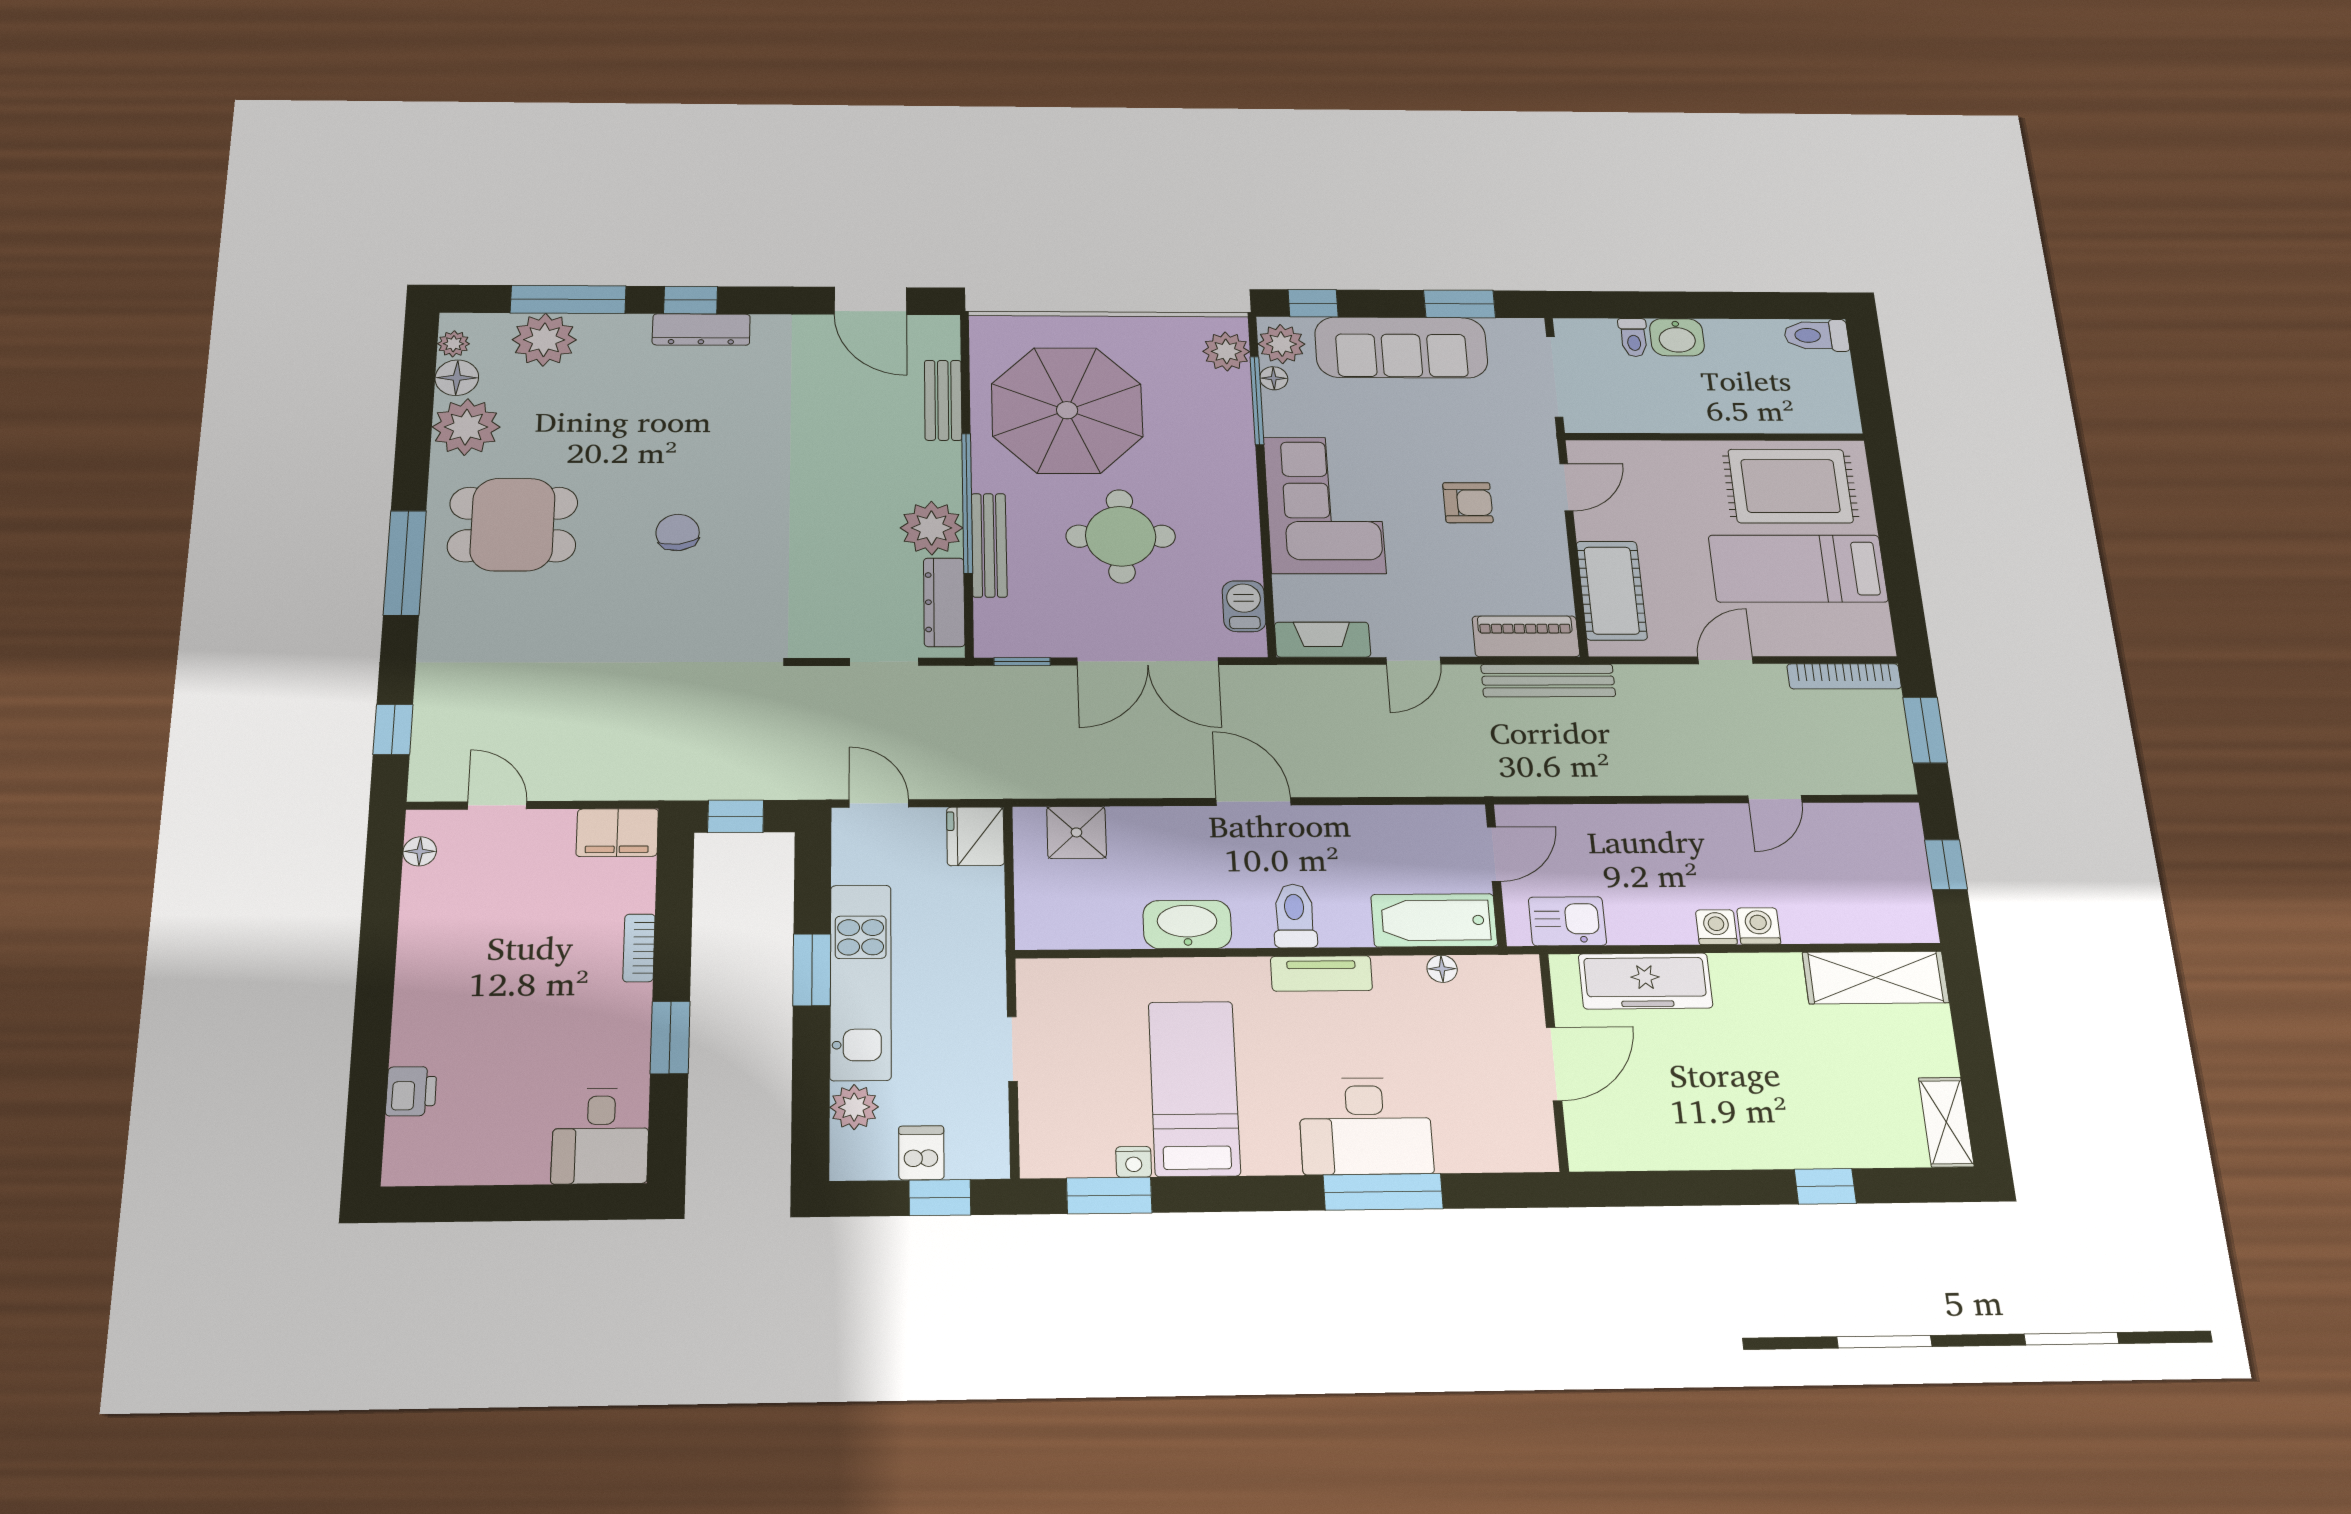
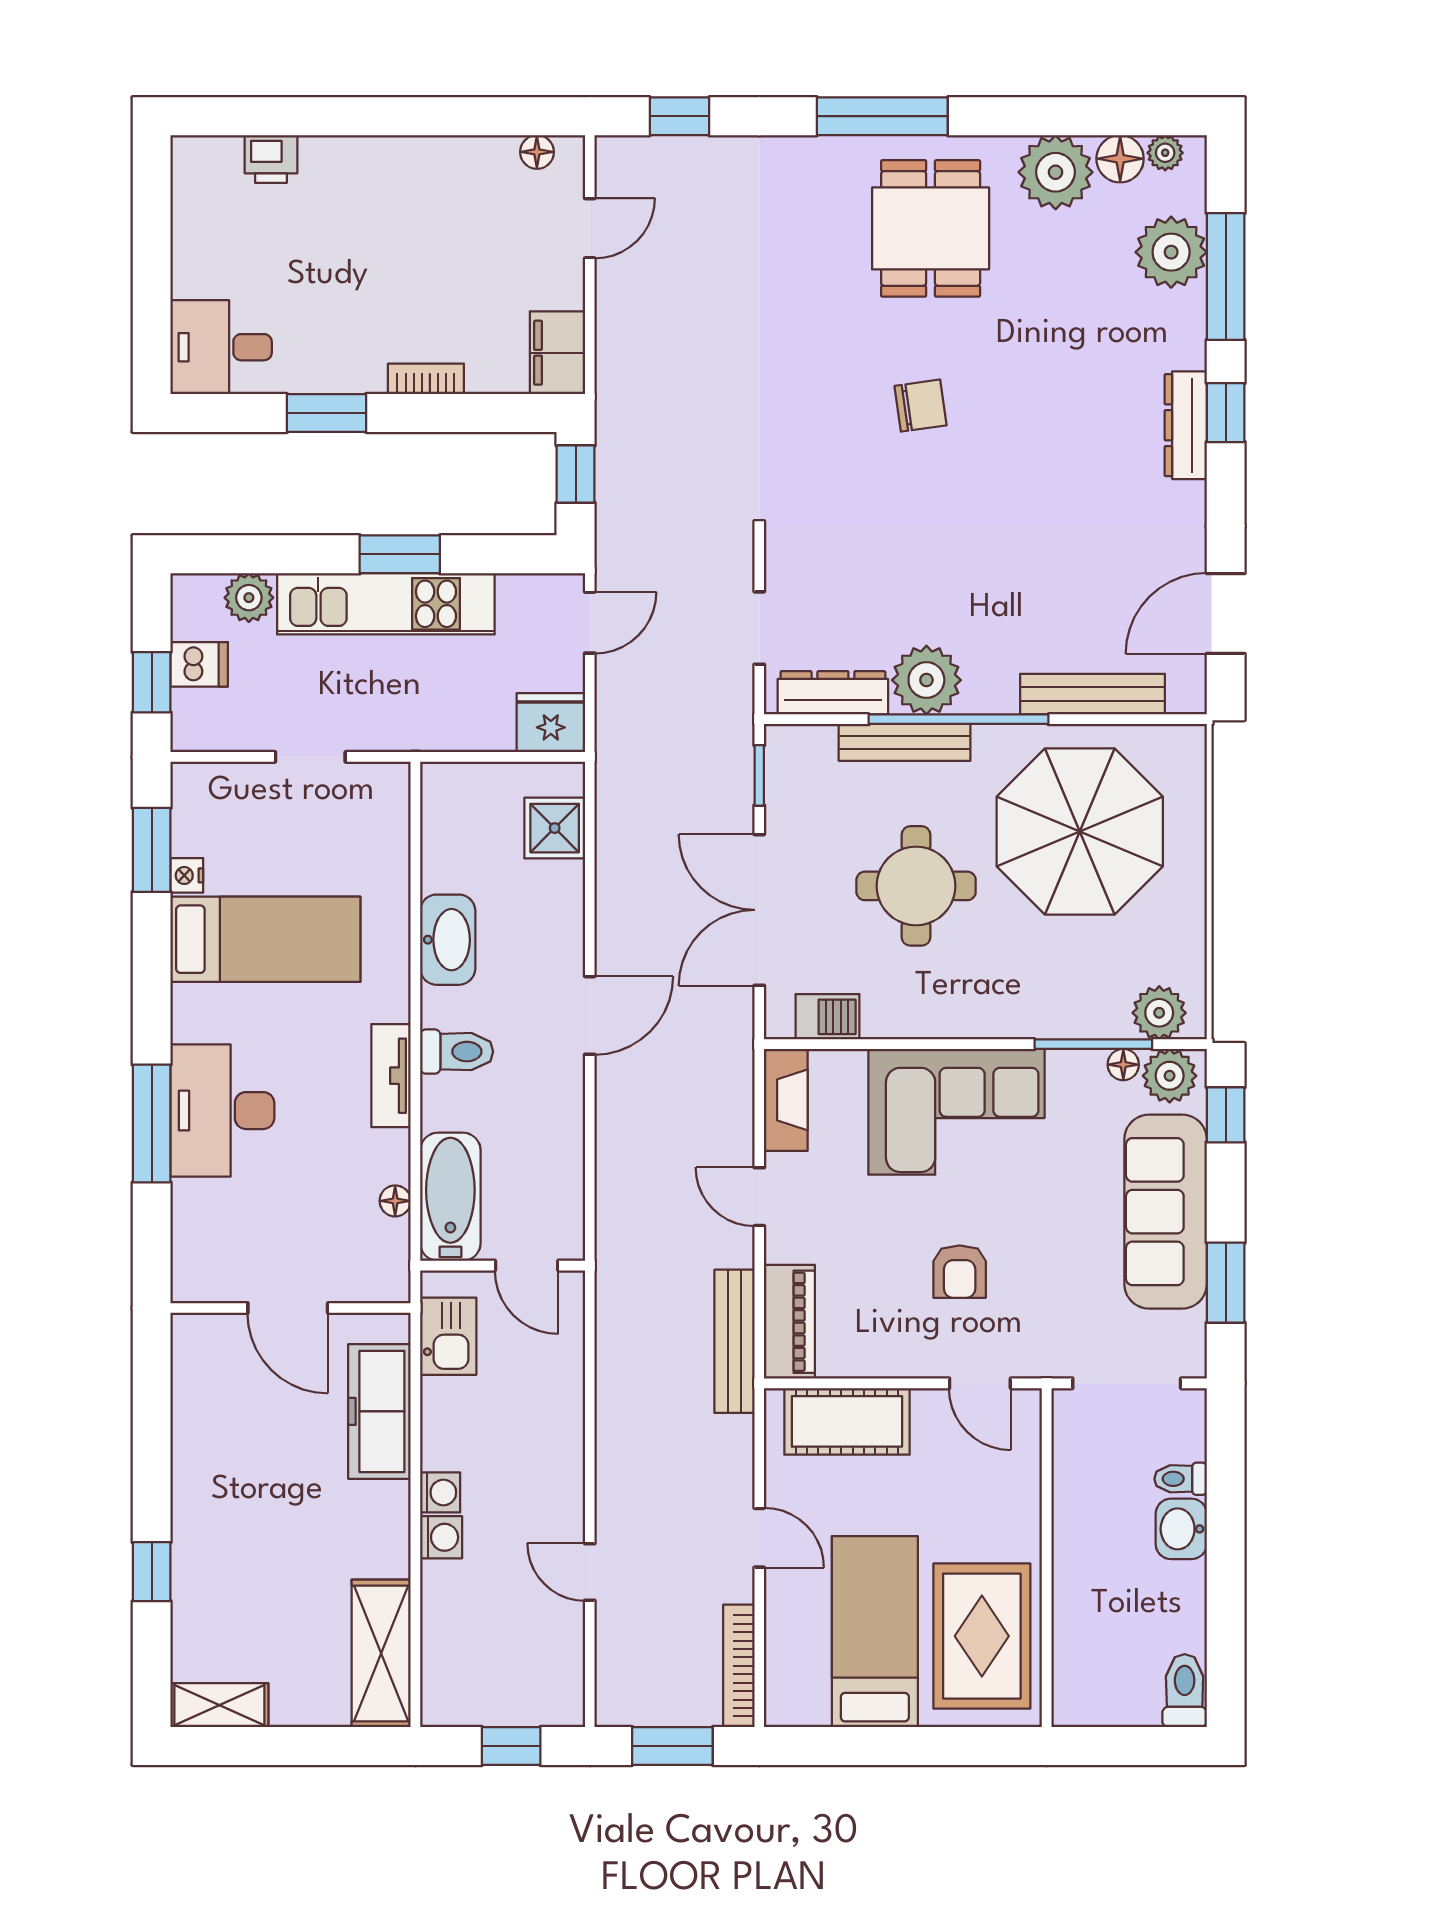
bench: (943, 400) -> (1092, 694), width x1.36

